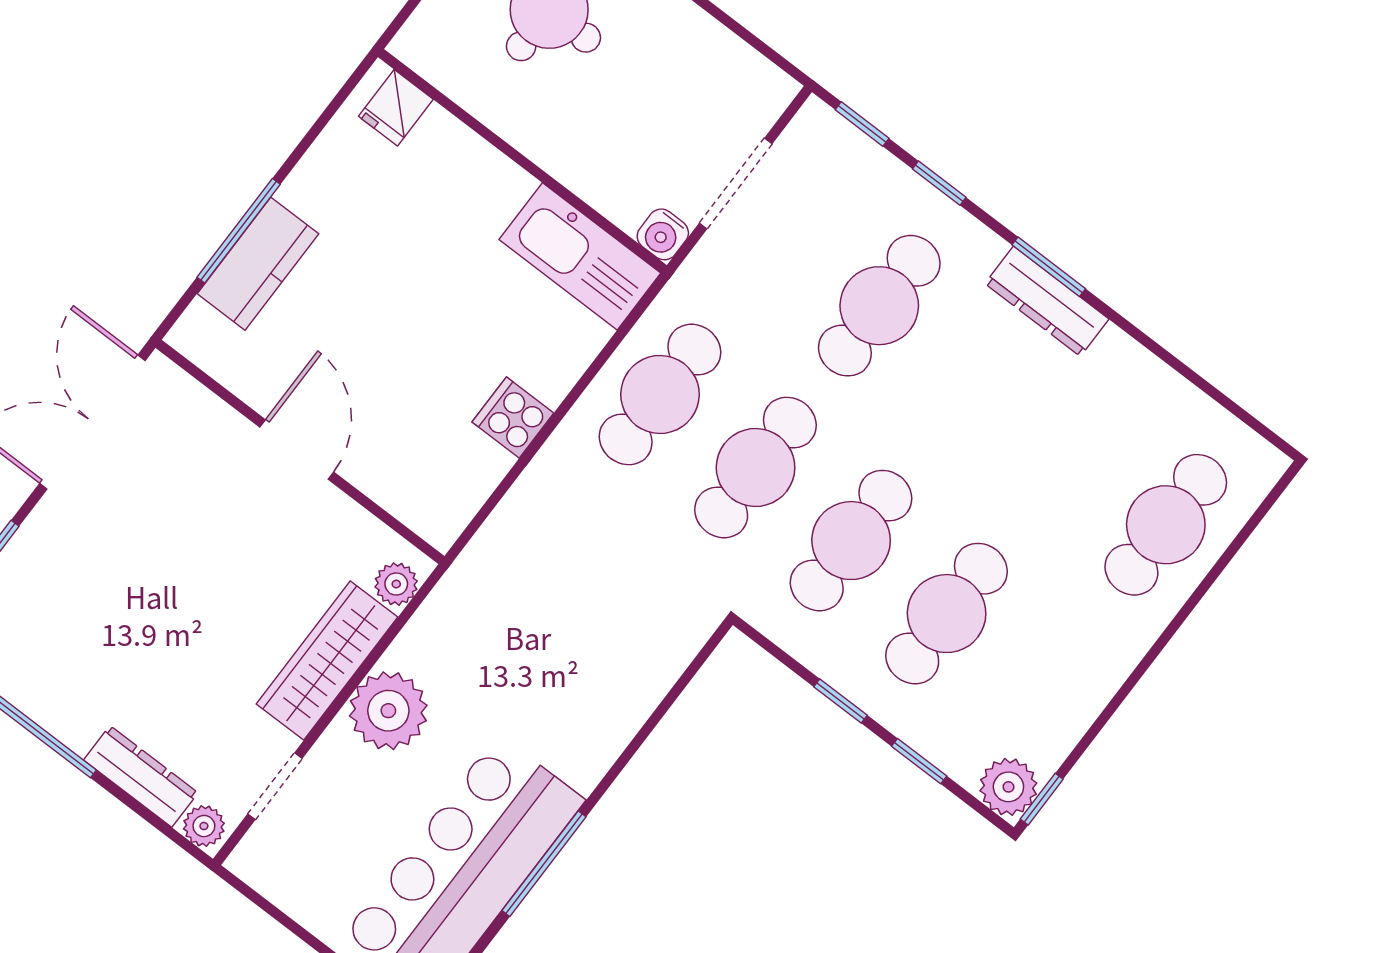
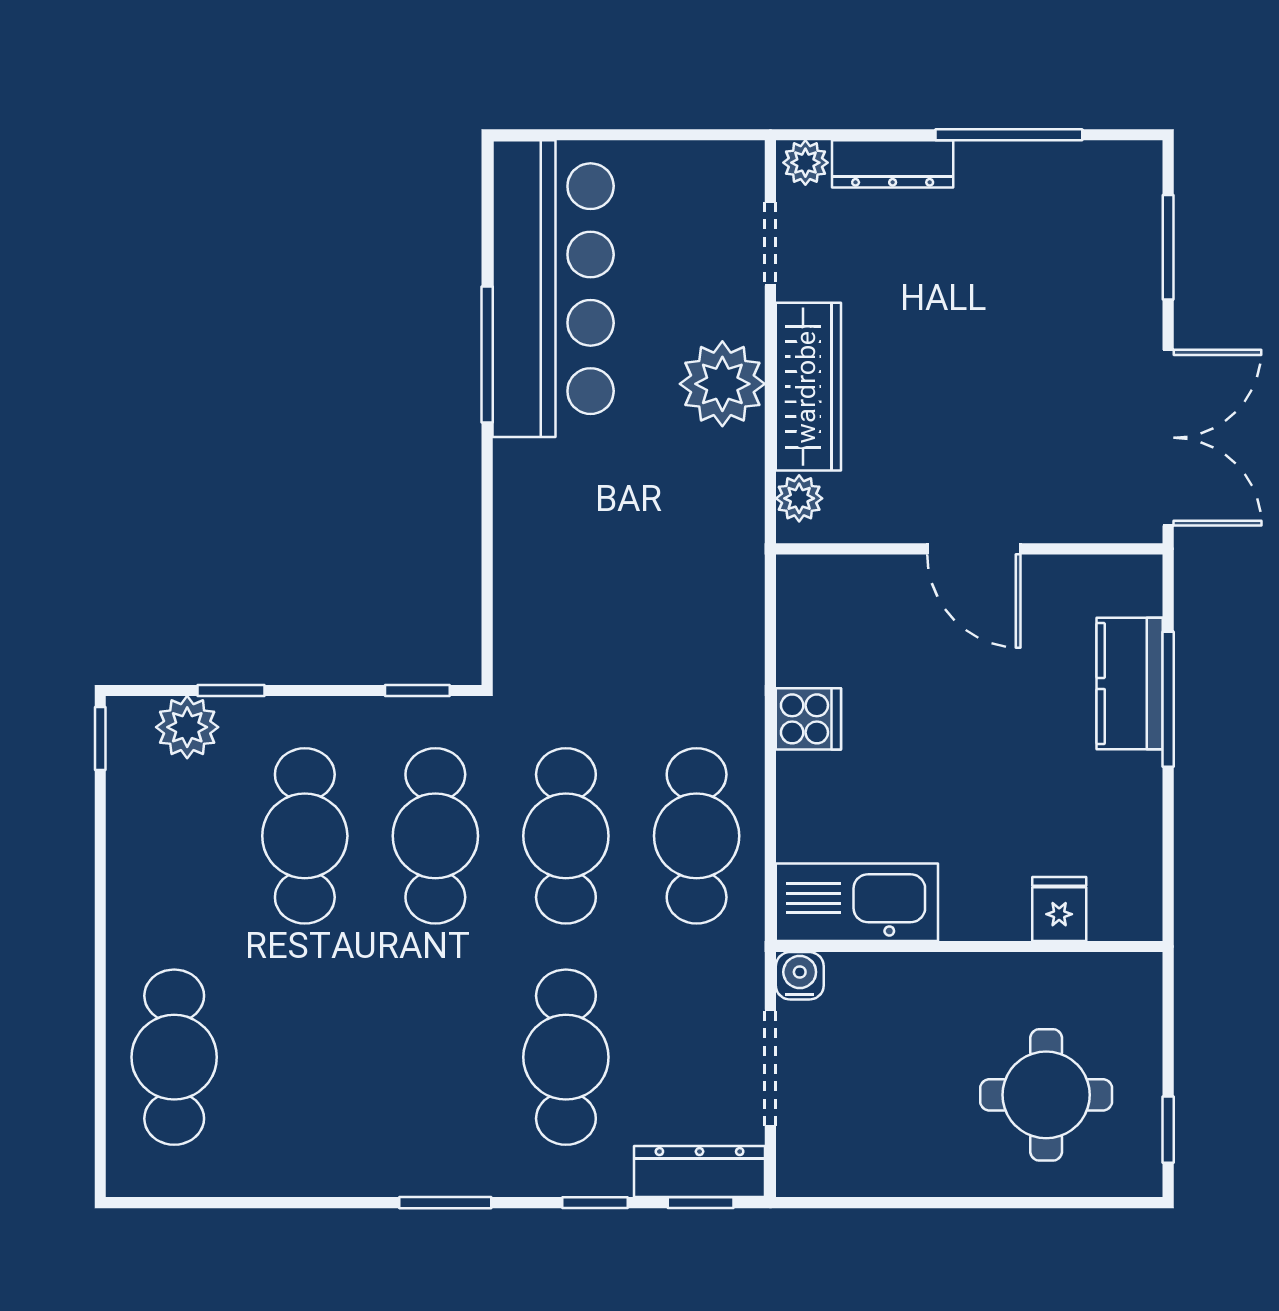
fridge: (396, 108) -> (1059, 909), moved
dresser: (1047, 301) -> (700, 1172), moved
window: (840, 701) -> (417, 690), moved
plant: (1008, 787) -> (187, 727), moved

